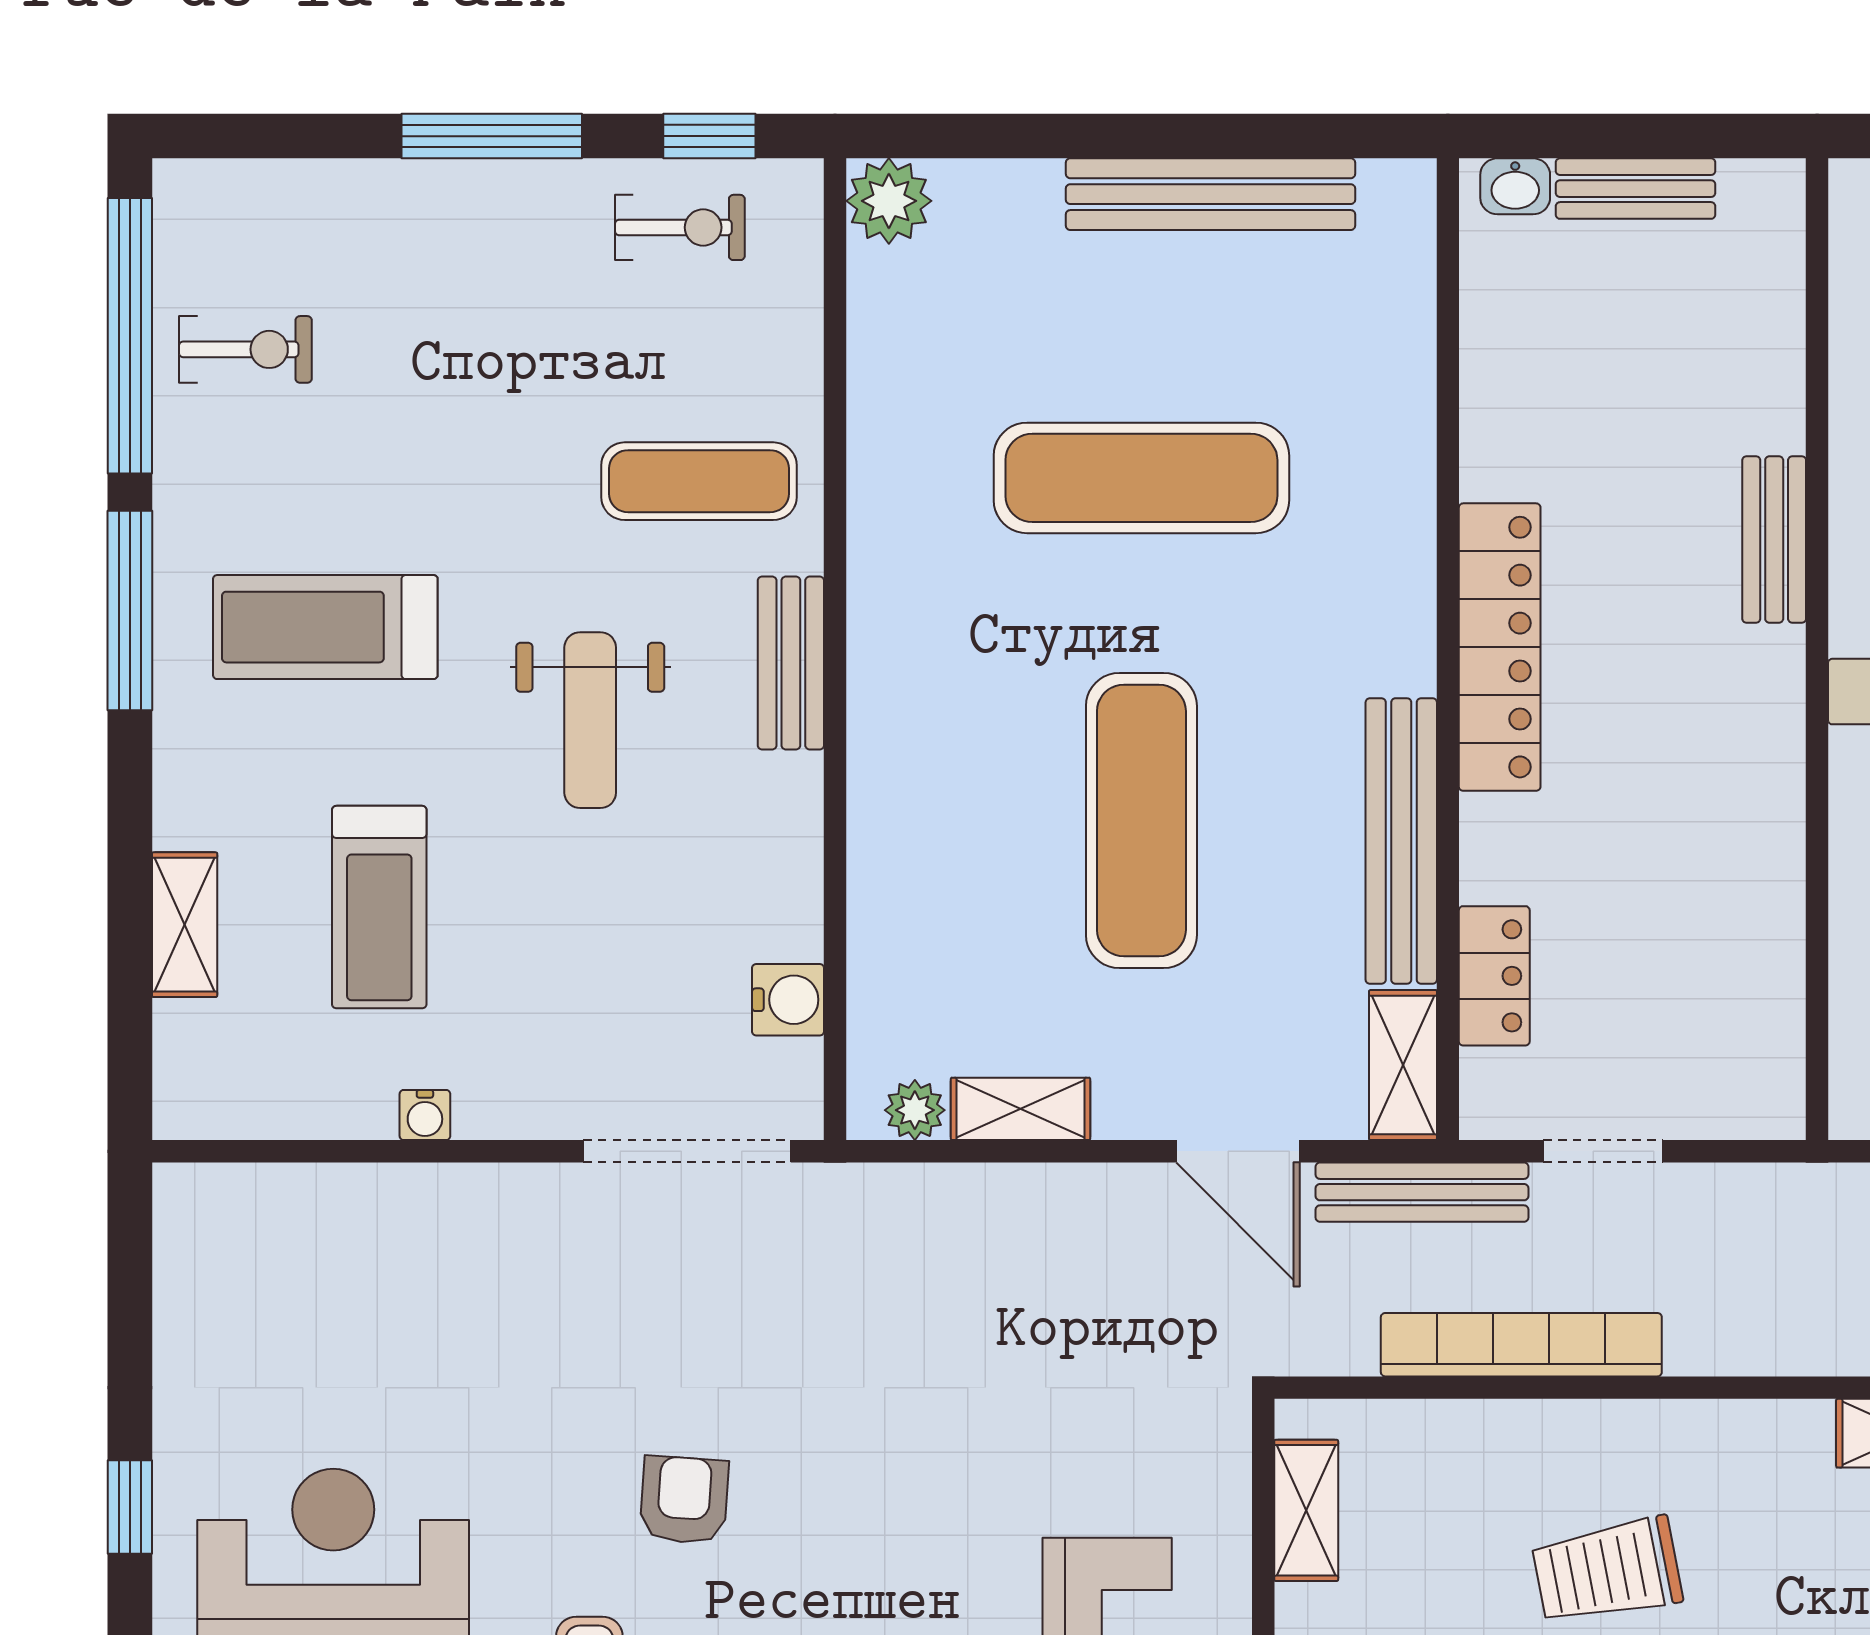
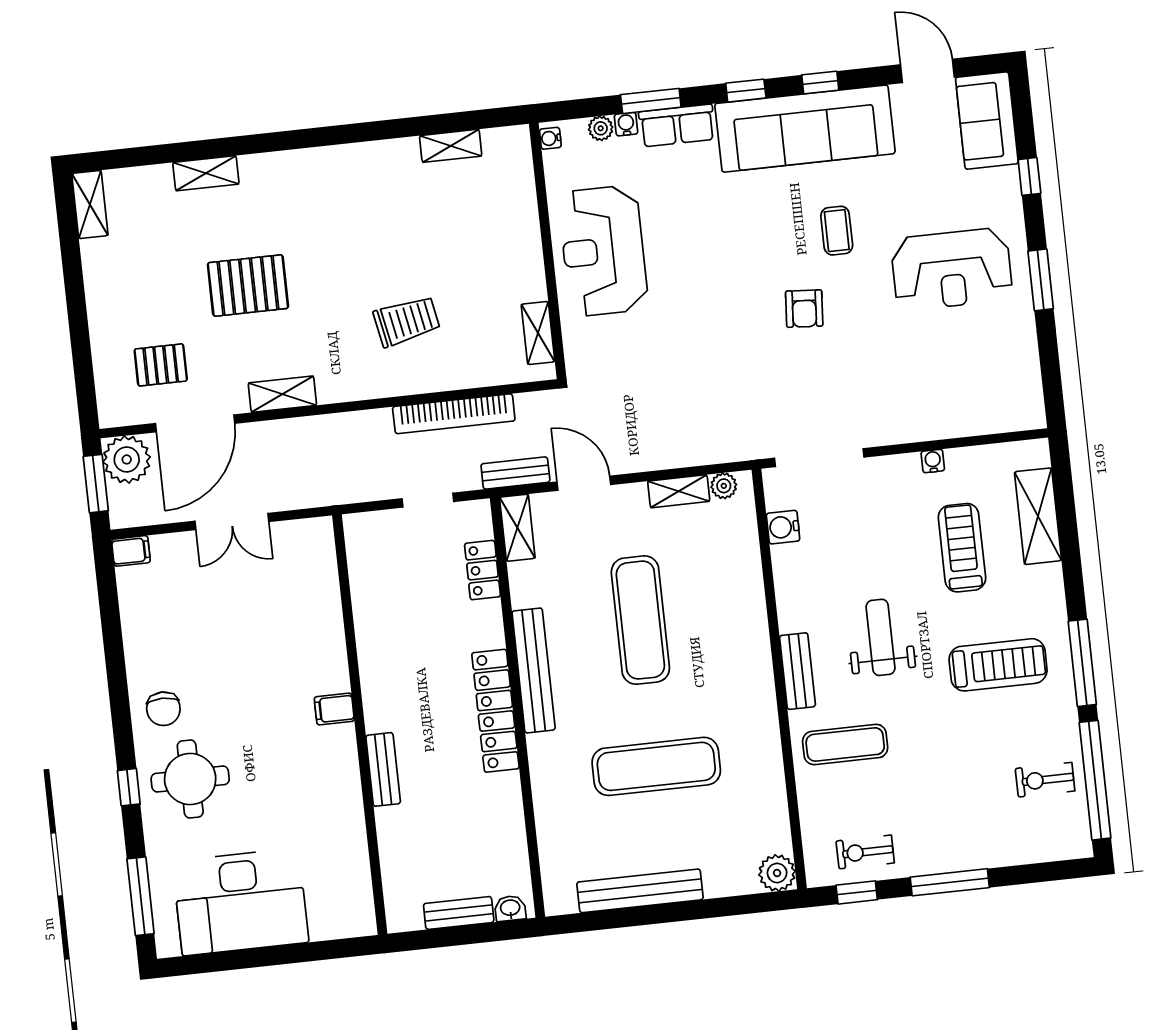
bench: (1401, 841) -> (534, 670), moved
shelving: (185, 925) -> (1038, 516), width x1.50, depth x1.33
bench: (1422, 1192) -> (515, 473), width x0.73
window: (130, 1507) -> (1041, 280), width x1.50

